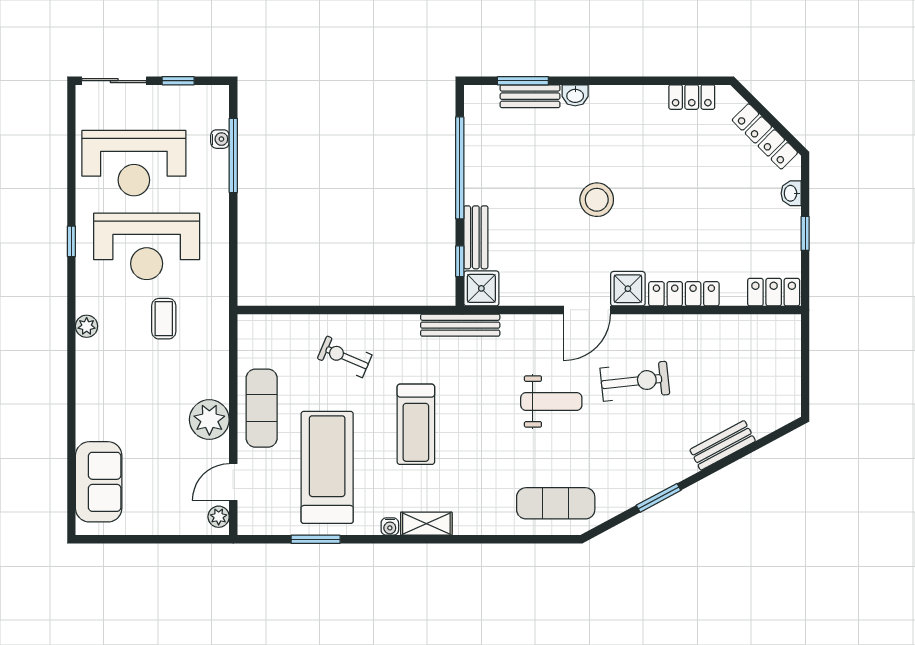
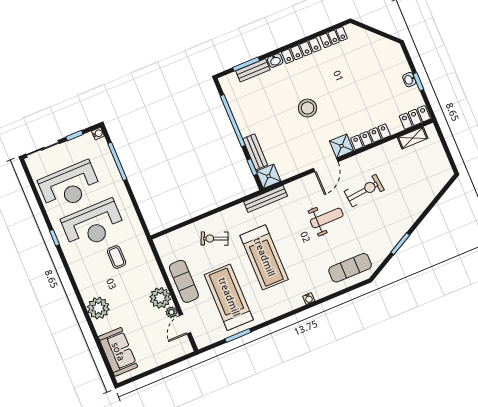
locker: (765, 136) -> (301, 51), moved, turned -45
water cooler: (220, 139) -> (98, 134), moved
washbasin: (791, 193) -> (409, 80), moved
plant: (87, 326) -> (98, 308), moved, width x1.87, depth x1.87
treadmill: (416, 424) -> (264, 257), width x1.37, depth x1.38
bench: (723, 445) -> (421, 204), removed
plant: (219, 517) -> (172, 312), moved
shelving: (426, 524) -> (413, 138), moved
water cooler: (390, 527) -> (309, 299), moved

